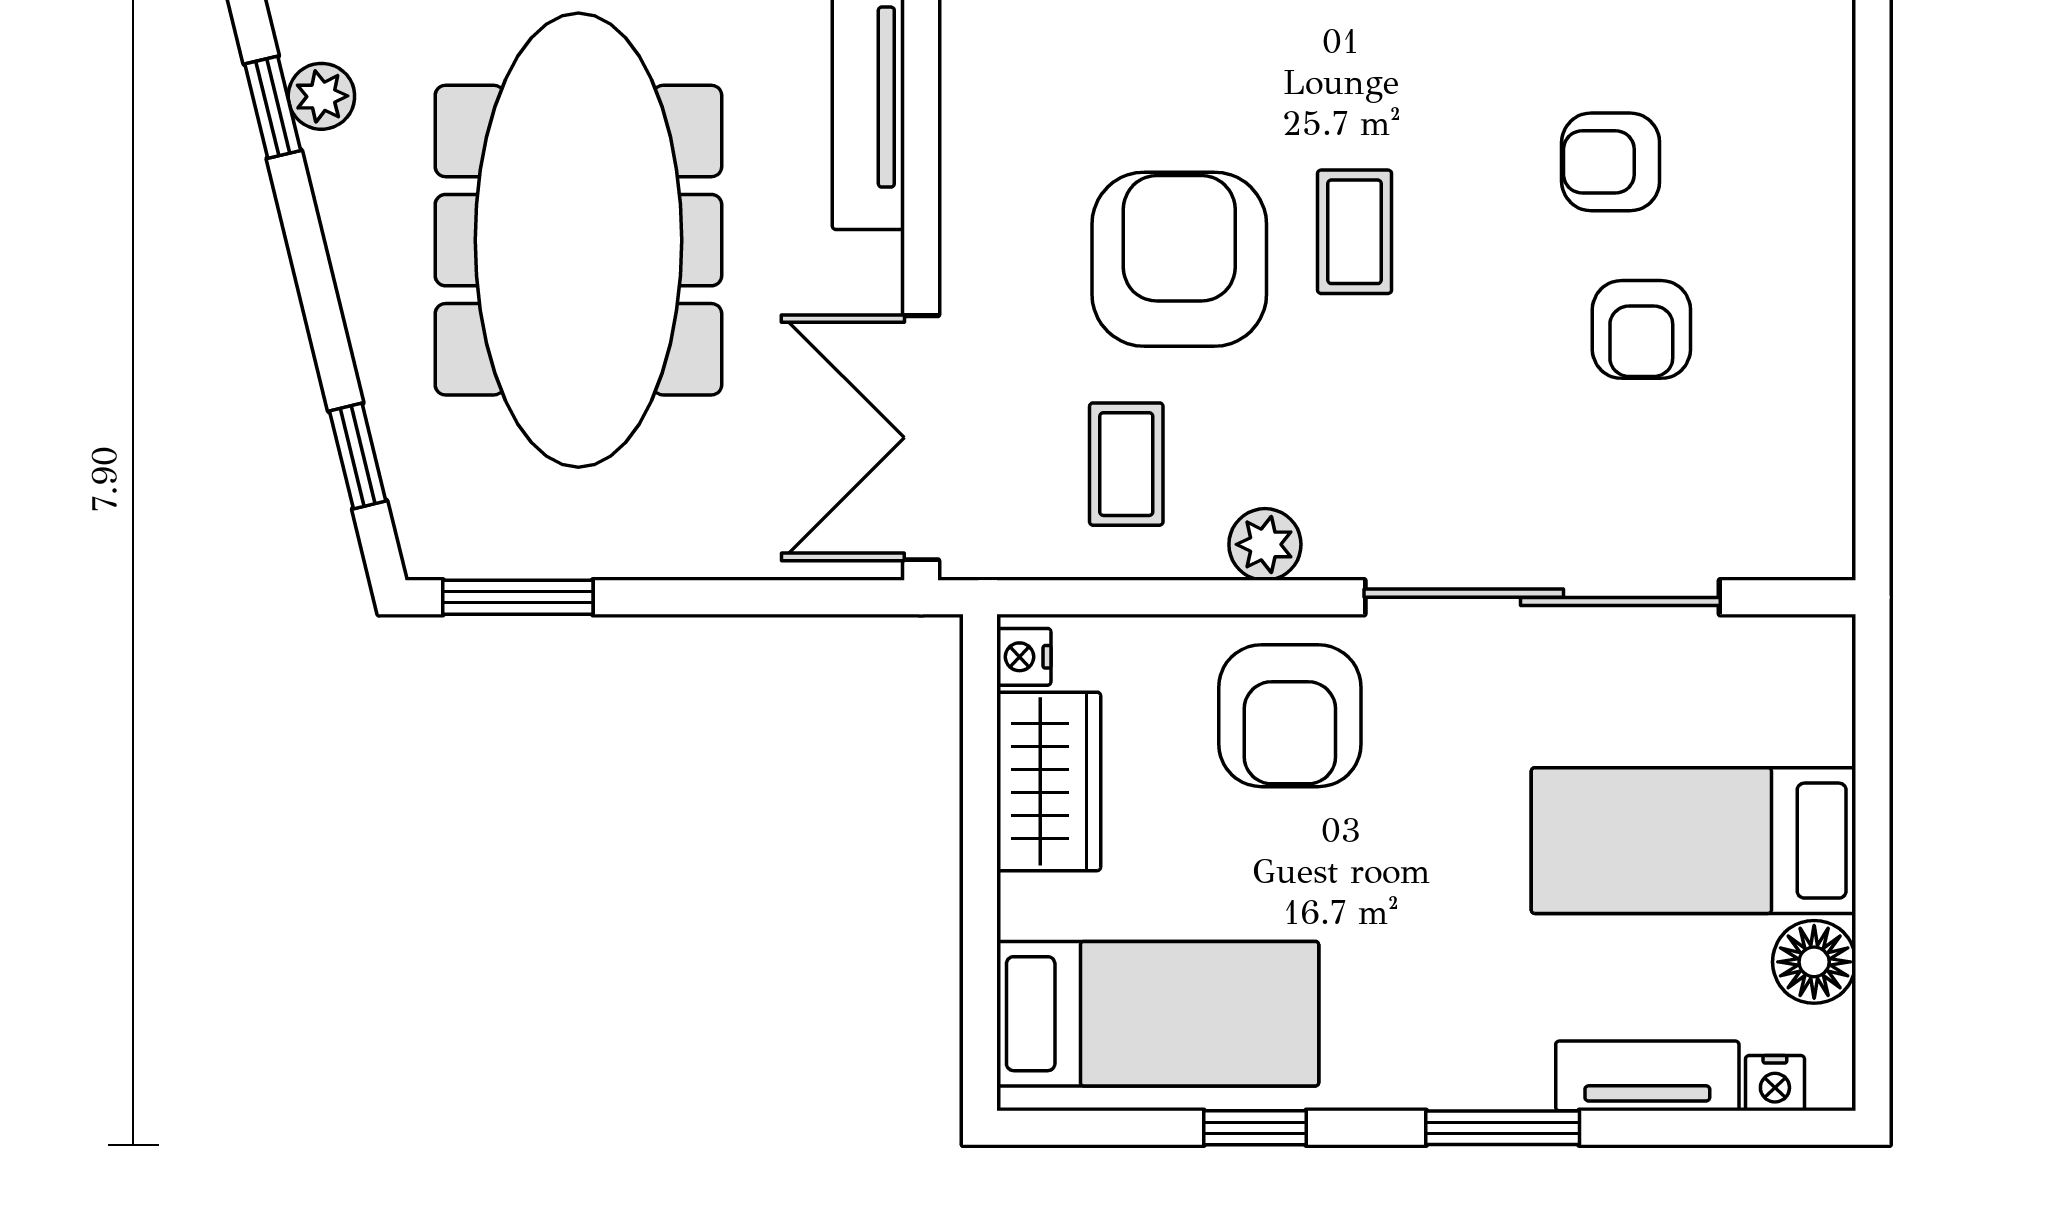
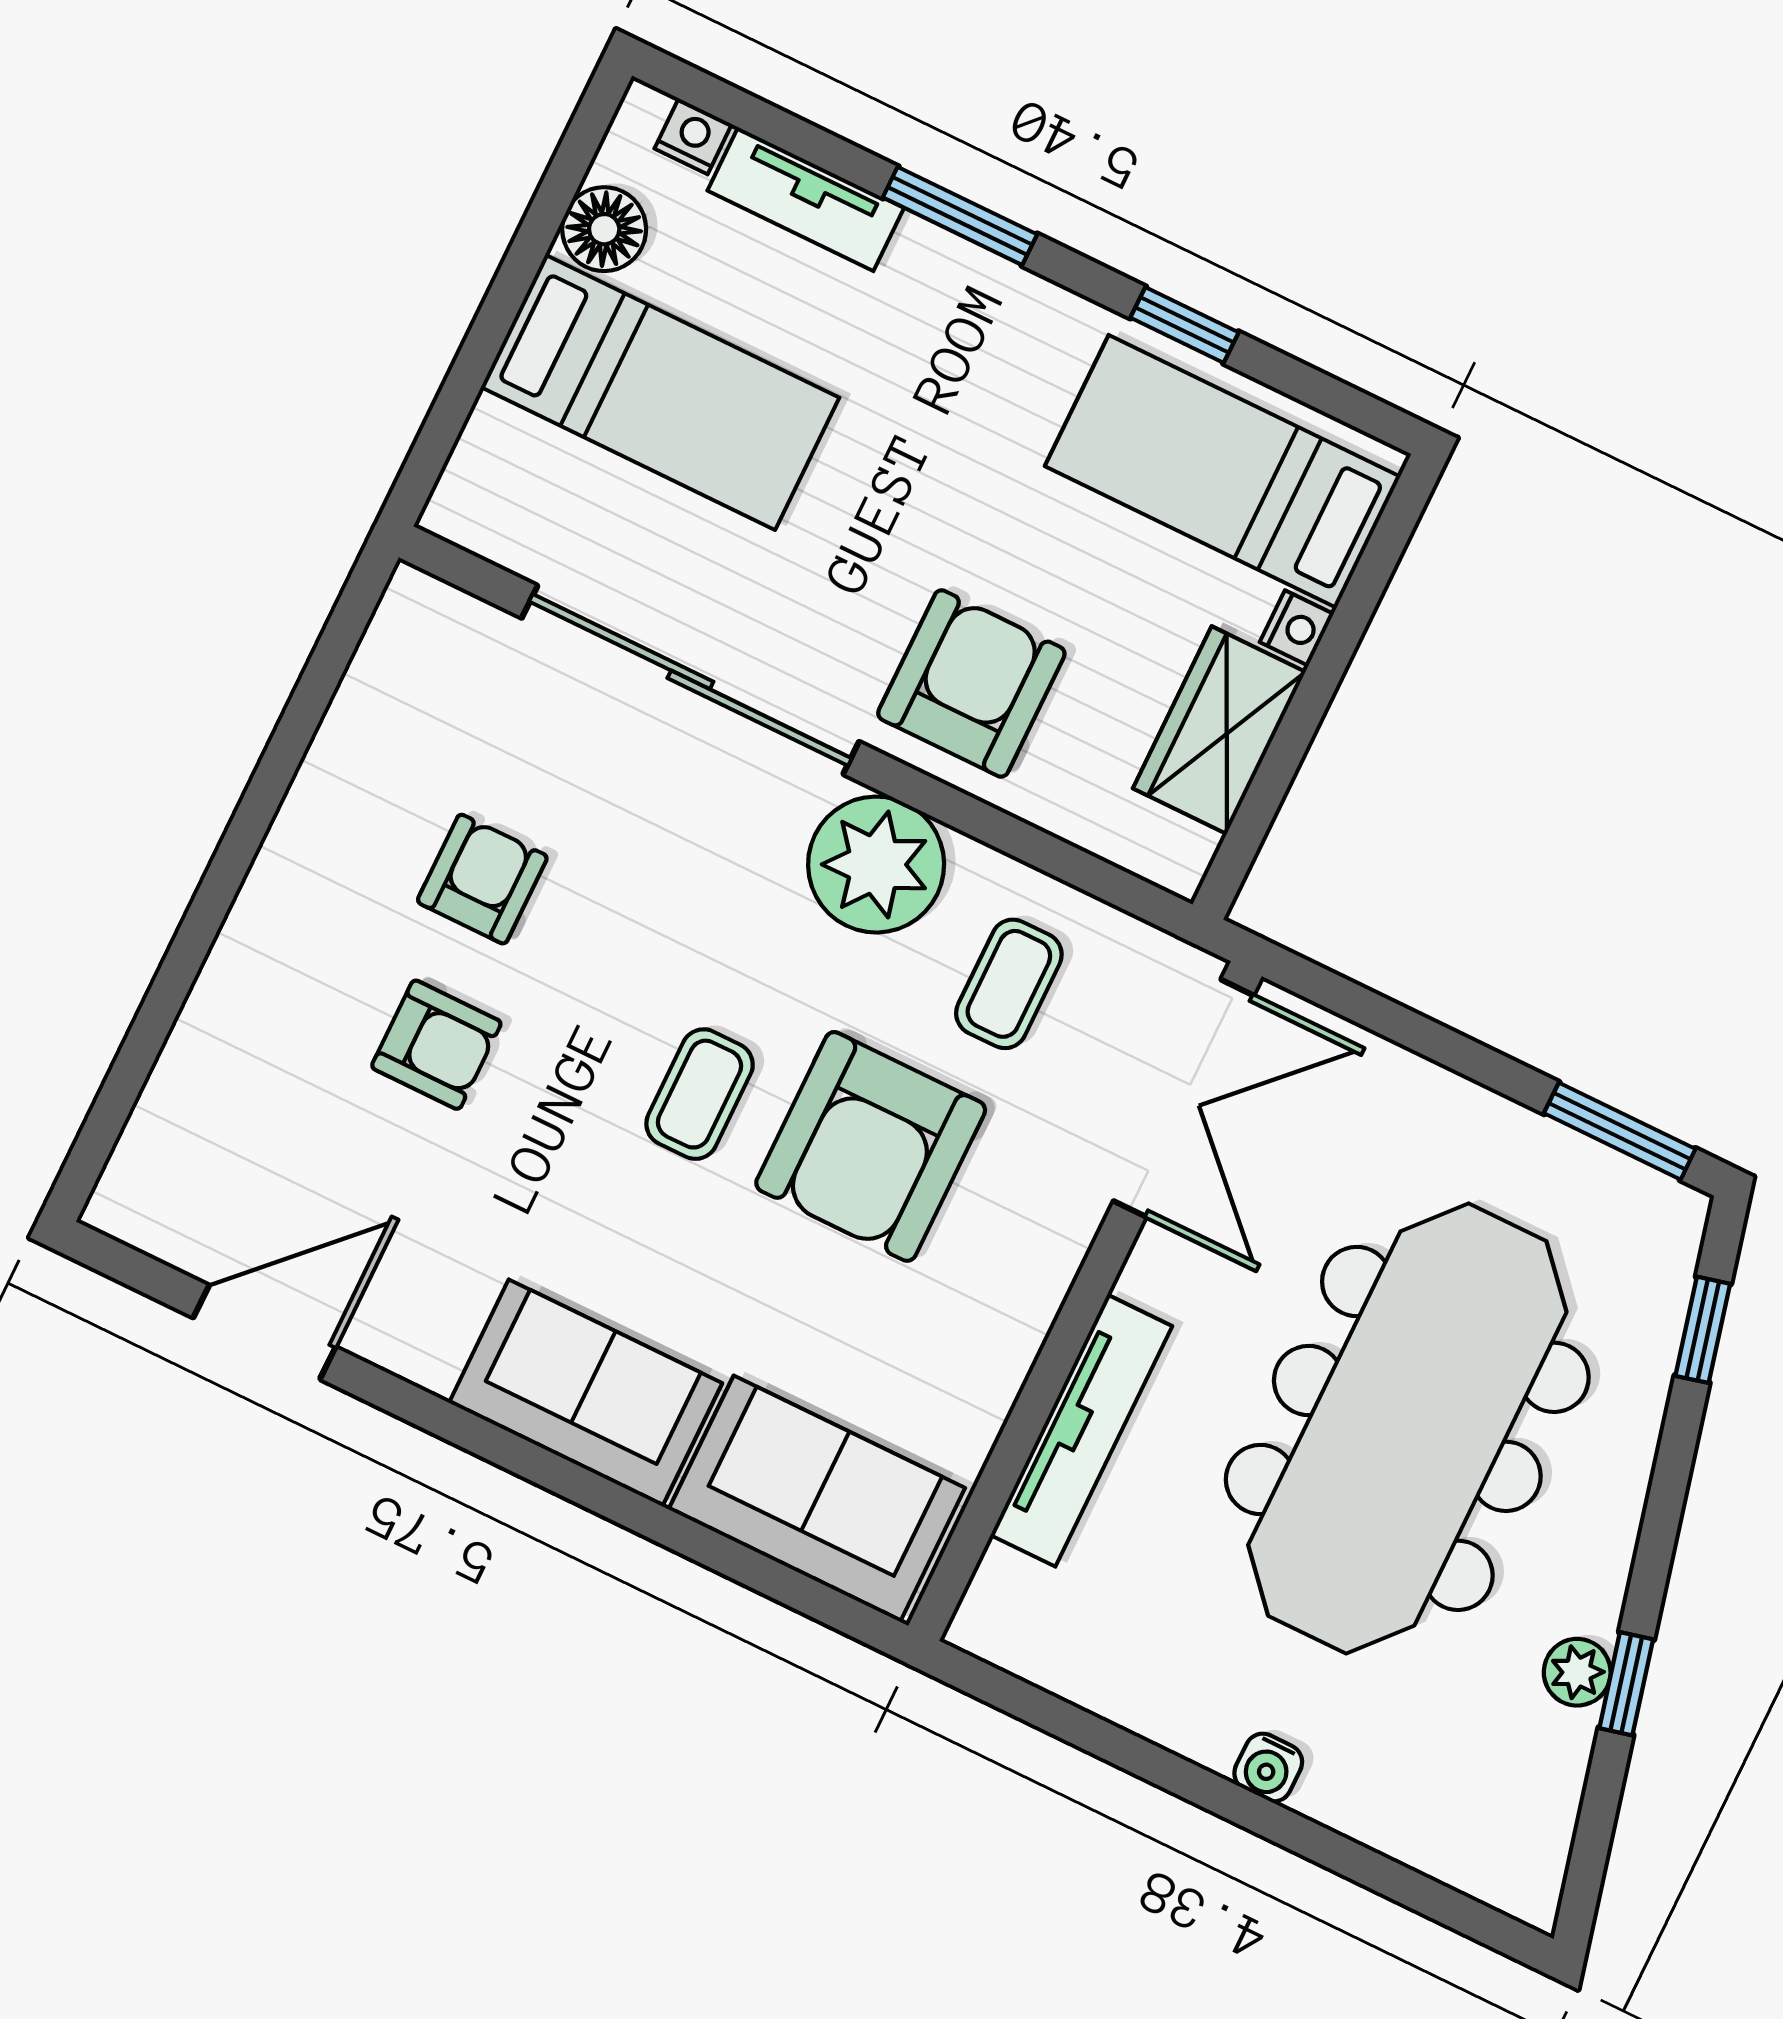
plant: (1265, 544) -> (876, 865), width x1.88, depth x1.88
nightstand: (1024, 657) -> (1297, 628), moved

